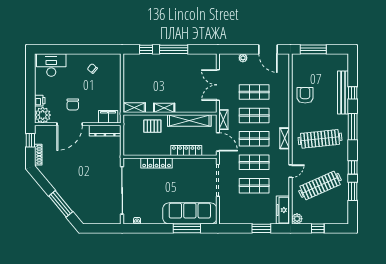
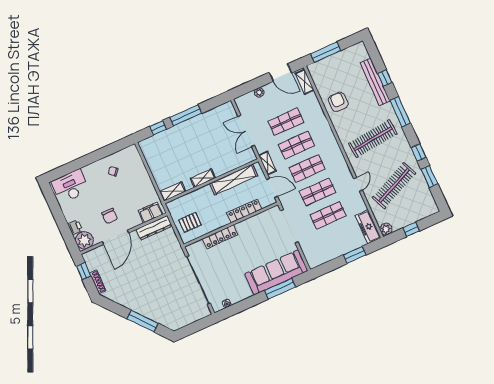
pallet: (152, 126) -> (190, 222), moved
shelving: (285, 138) -> (305, 82), moved

